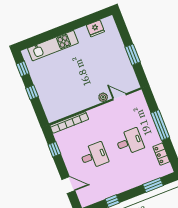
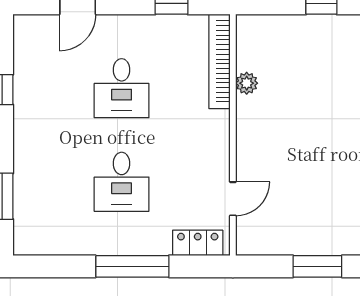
plant: (103, 97) -> (247, 83), moved
locker: (161, 154) -> (198, 243), moved

